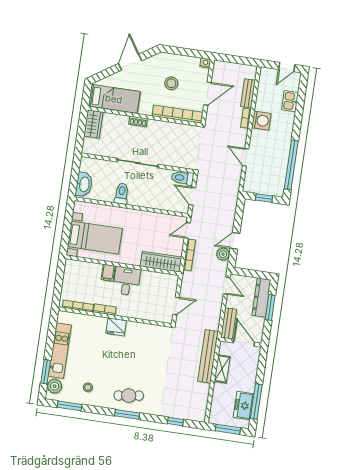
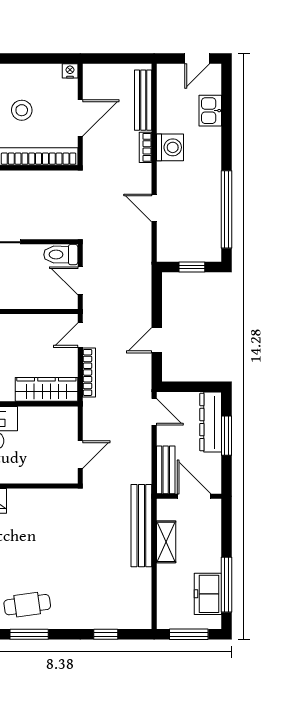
bench: (248, 93) -> (143, 100), width x1.36
plant: (223, 254) -> (141, 364), removed

